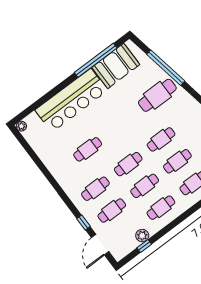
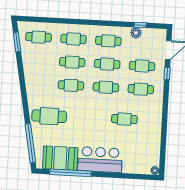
window: (166, 68) -> (30, 143), moved
bar counter: (71, 100) -> (100, 160), width x0.73

